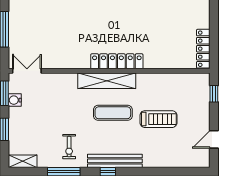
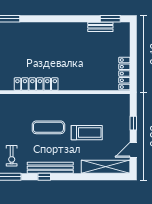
locker: (117, 61) -> (36, 84), moved
shelving: (107, 81) -> (106, 167), moved
window: (214, 94) -> (133, 123), moved

